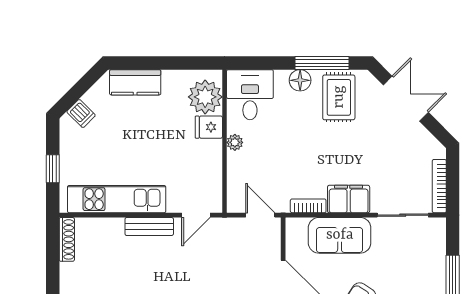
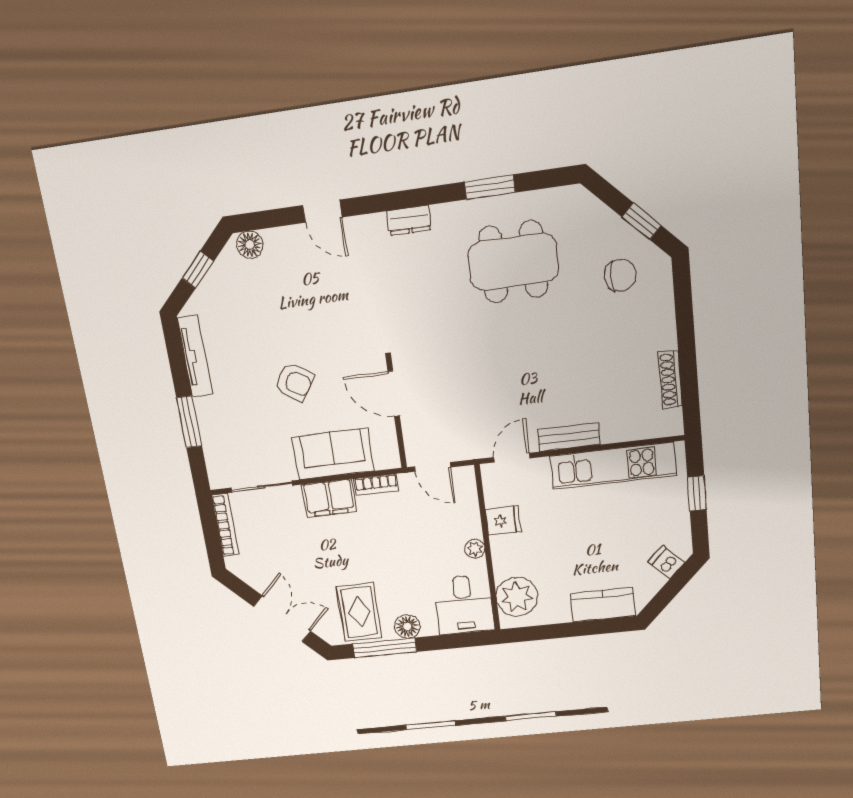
double door: (406, 99) -> (282, 619), swing flipped
fridge: (209, 127) -> (503, 521), moved
shoe rack: (67, 239) -> (670, 379), moved

